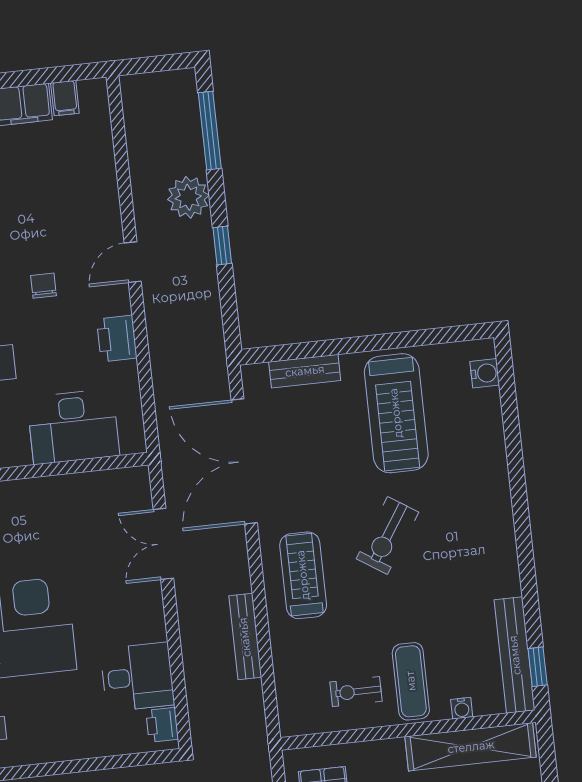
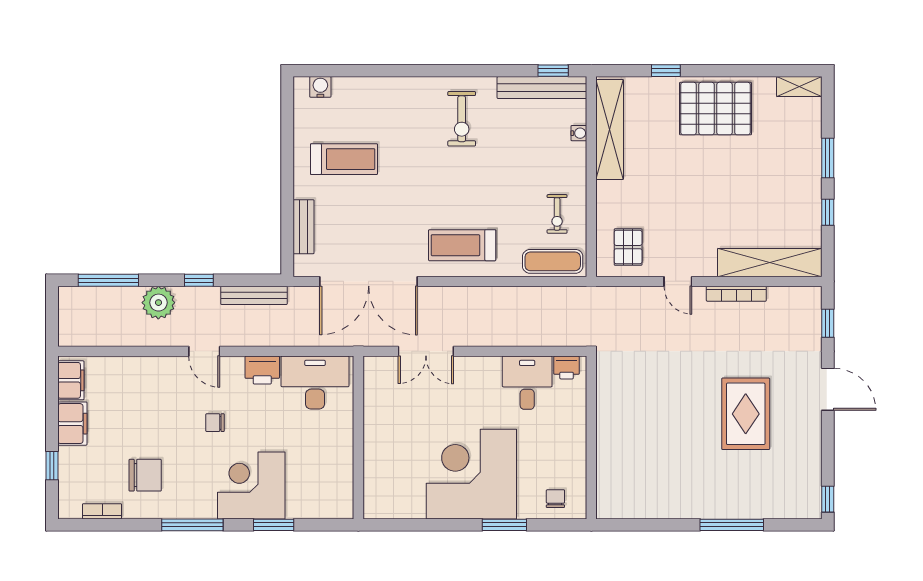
filing cabinet: (65, 98) -> (71, 380), width x2.00
treadmill: (396, 413) -> (344, 159), width x0.73, depth x0.73
desk: (73, 427) -> (315, 383), moved, turned -90
exercise bike: (387, 536) -> (462, 119), moved, turned 57
bench: (245, 637) -> (254, 295), moved
exercise mat: (411, 681) -> (553, 261), moved

